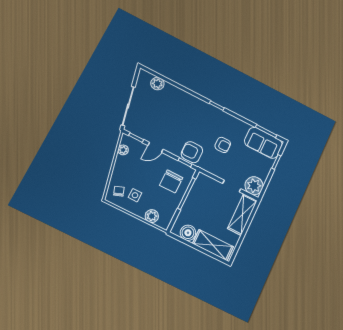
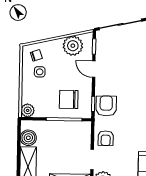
armchair: (223, 145) -> (106, 138), moved
plant: (123, 150) -> (73, 46), width x1.88, depth x1.88
plant: (152, 216) -> (28, 110), moved

